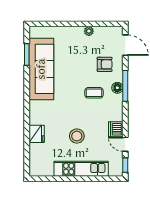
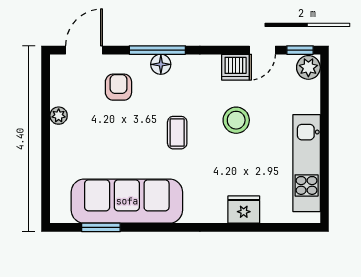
coffee table: (94, 93) -> (177, 133), moved
stool: (77, 136) -> (236, 120), moved
kitchen unit: (81, 169) -> (307, 163), moved
plant: (116, 170) -> (308, 67), added

